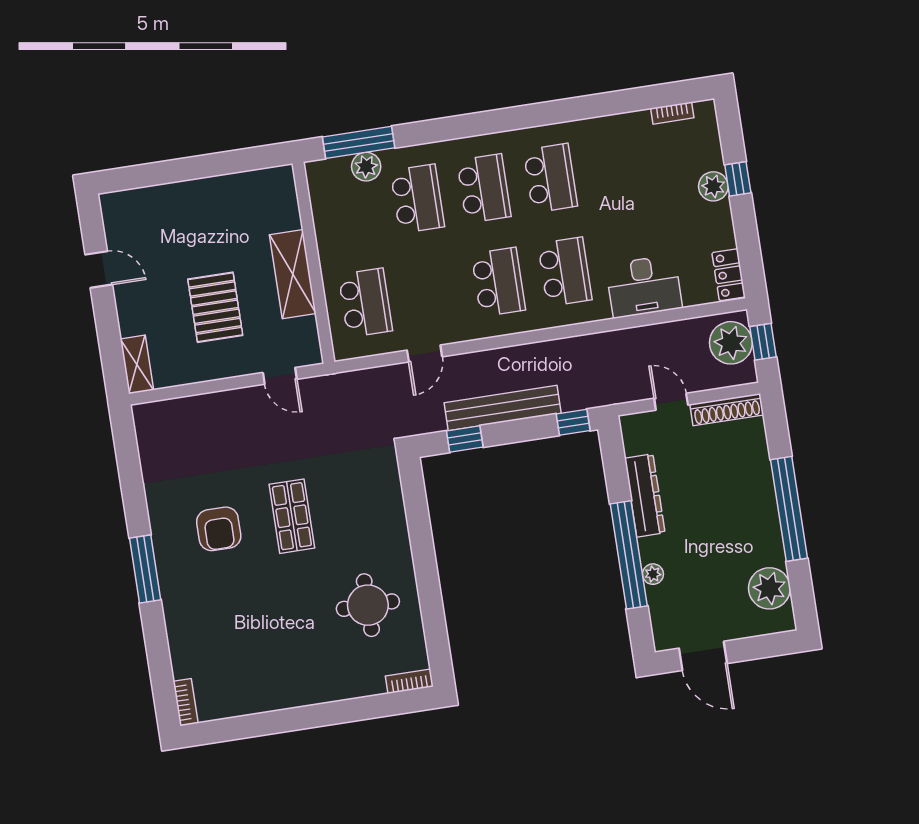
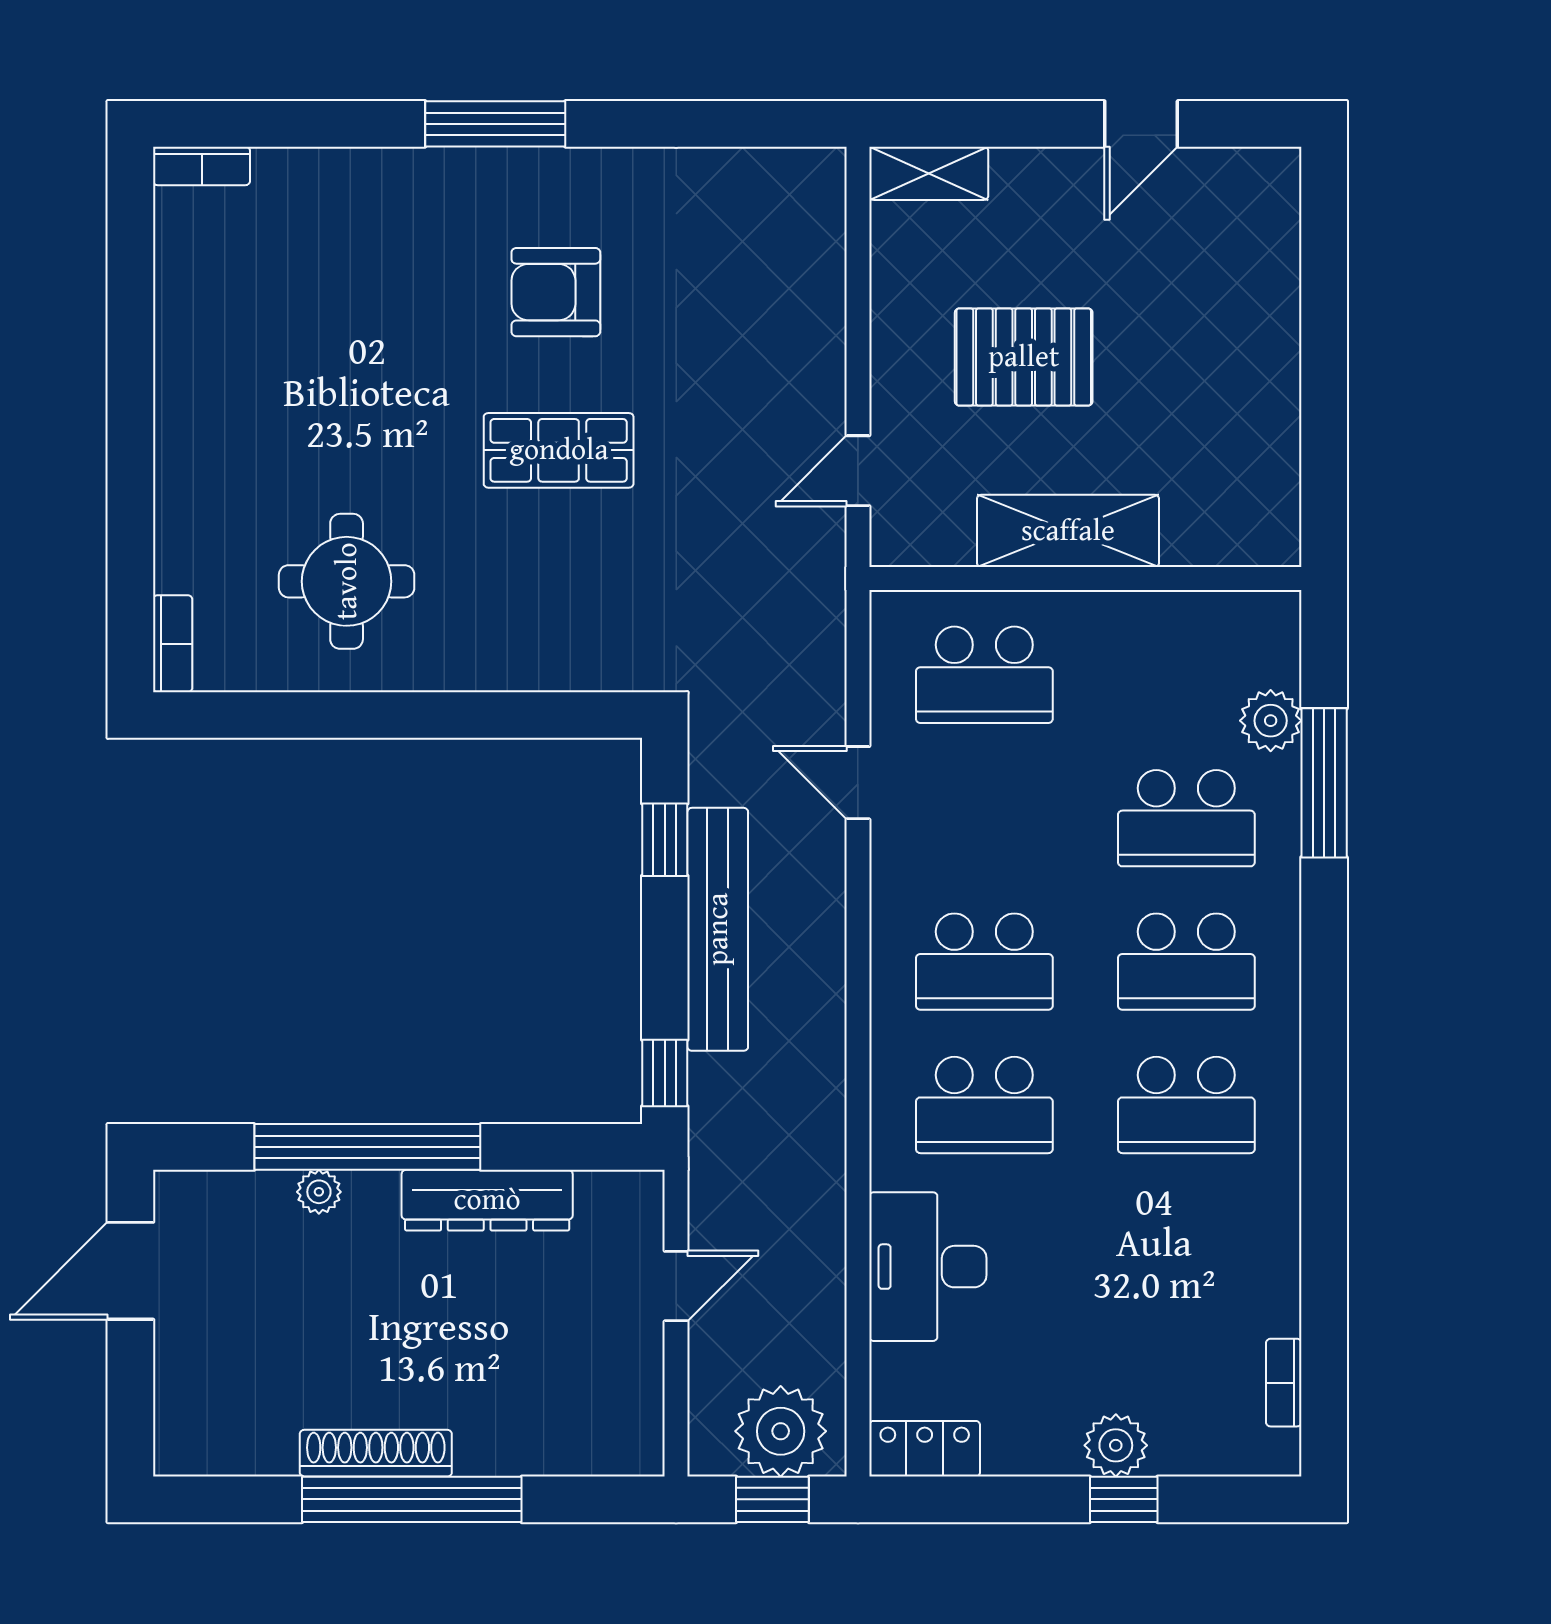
window: (359, 142) -> (1324, 783), moved
shoe rack: (727, 410) -> (376, 1453), moved, turned 90
plant: (769, 588) -> (251, 1432), removed

